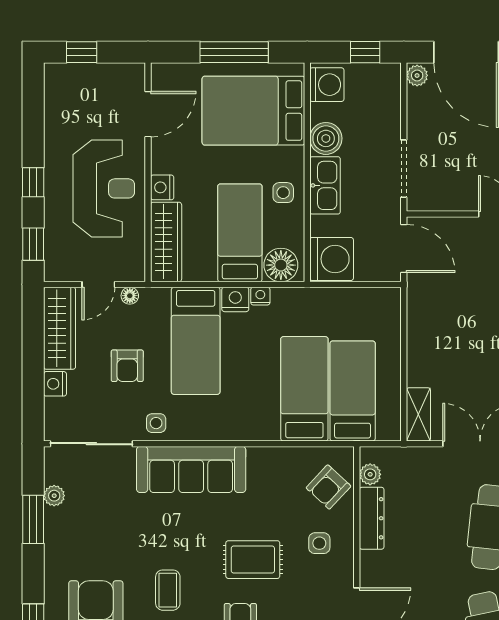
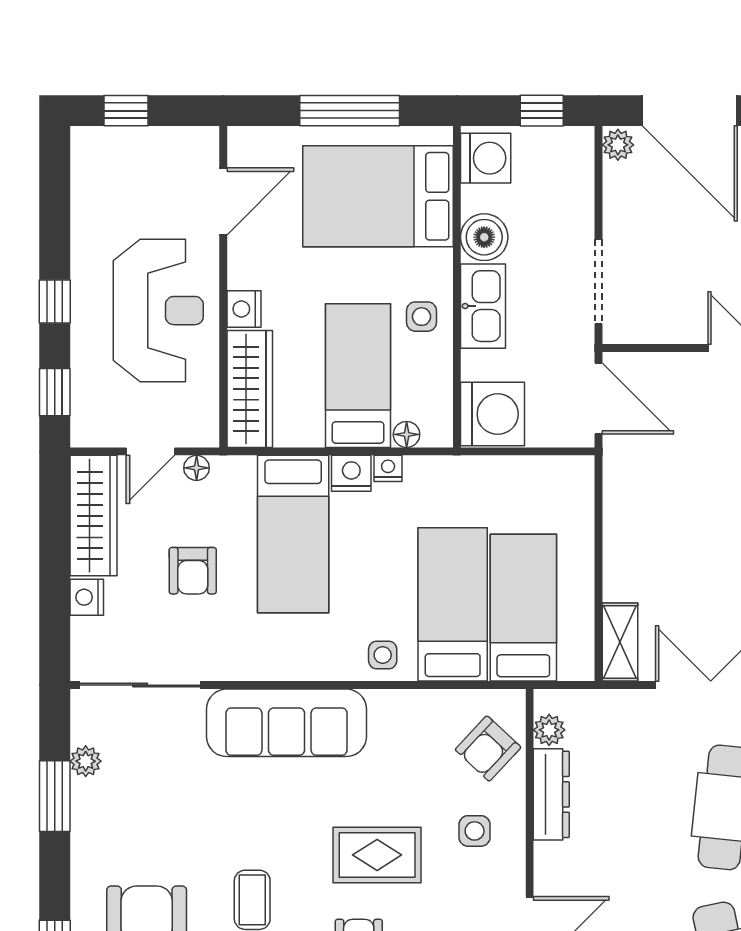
floor lamp: (281, 265) -> (407, 434), width x0.53, depth x0.53
side table: (156, 423) -> (383, 655), moved

